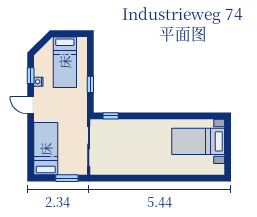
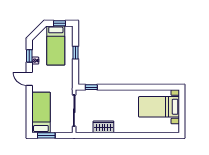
window: (70, 34) -> (60, 23), added
window: (90, 84) -> (75, 53), moved
wardrobe: (126, 167) -> (103, 127), added
window: (67, 178) -> (46, 135), moved

